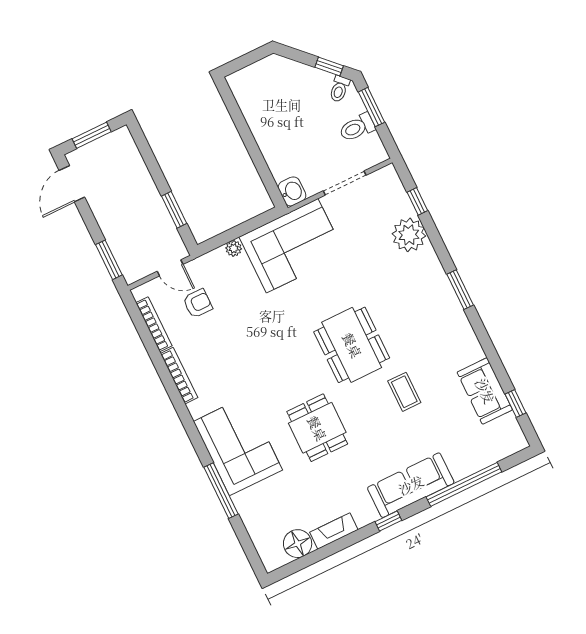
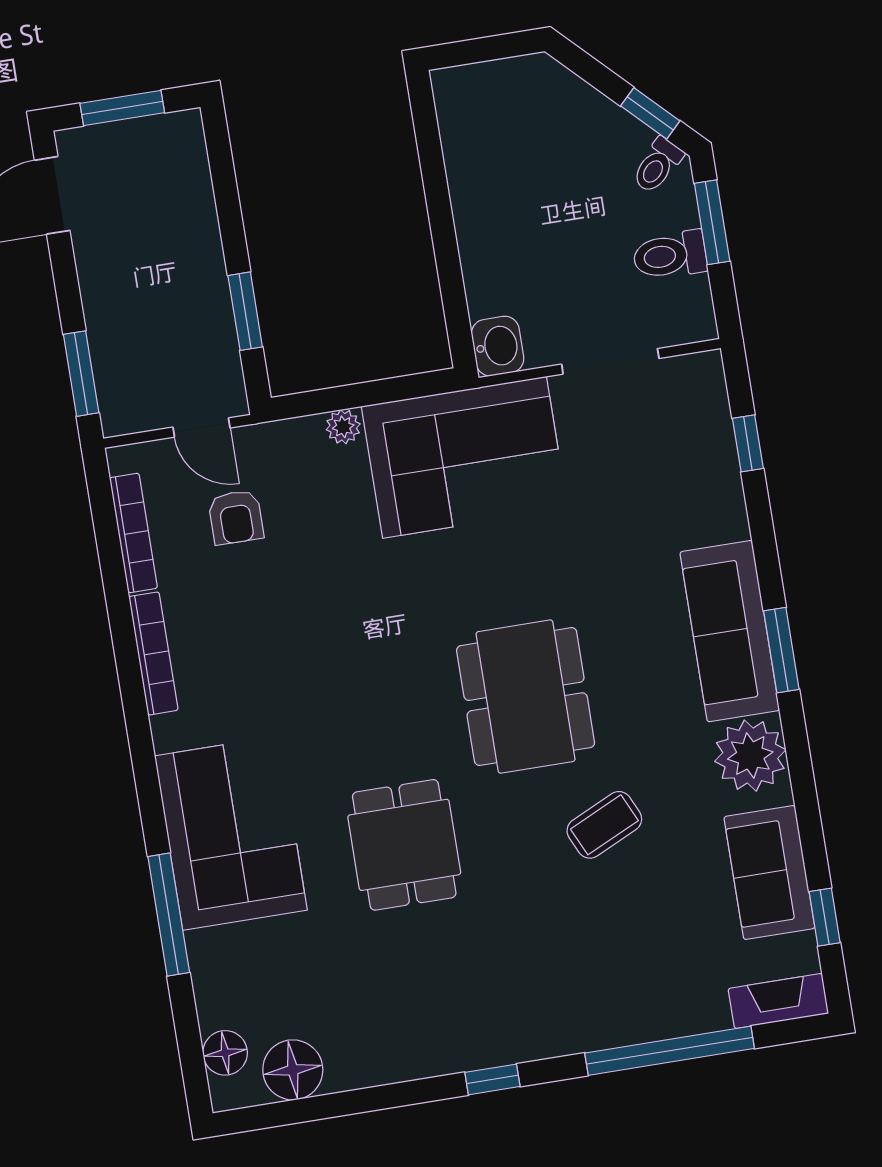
plant: (409, 235) -> (750, 756), moved
armchair: (198, 303) -> (236, 517), turned 90
coffee table: (404, 392) -> (604, 825), turned 65
sofa: (411, 485) -> (730, 631), moved, turned -90
fireplace: (334, 531) -> (778, 1001), moved
floor lamp: (265, 545) -> (225, 1053), added

